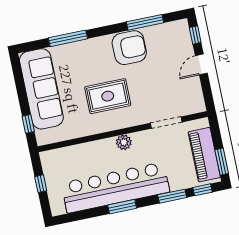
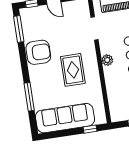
window: (145, 22) -> (19, 29), moved
armchair: (129, 48) -> (38, 52), turned 90

